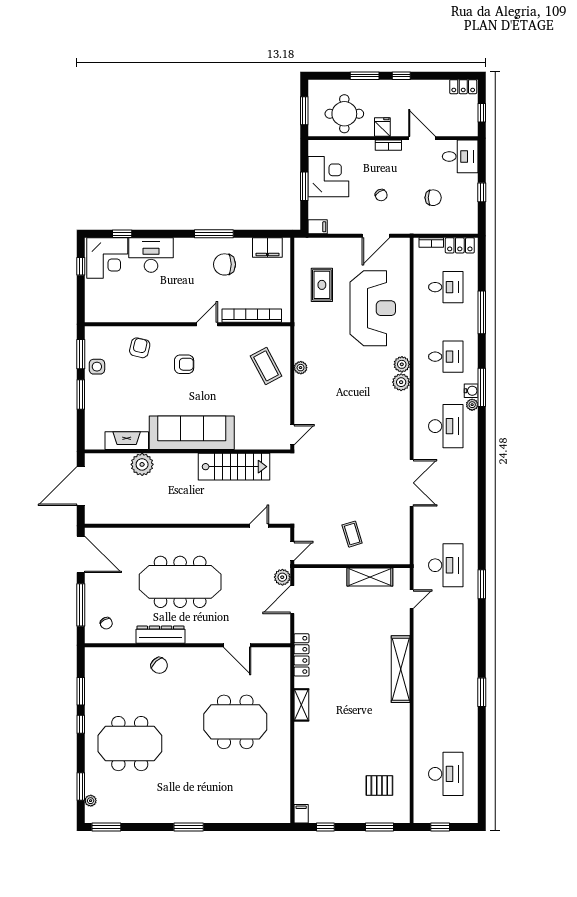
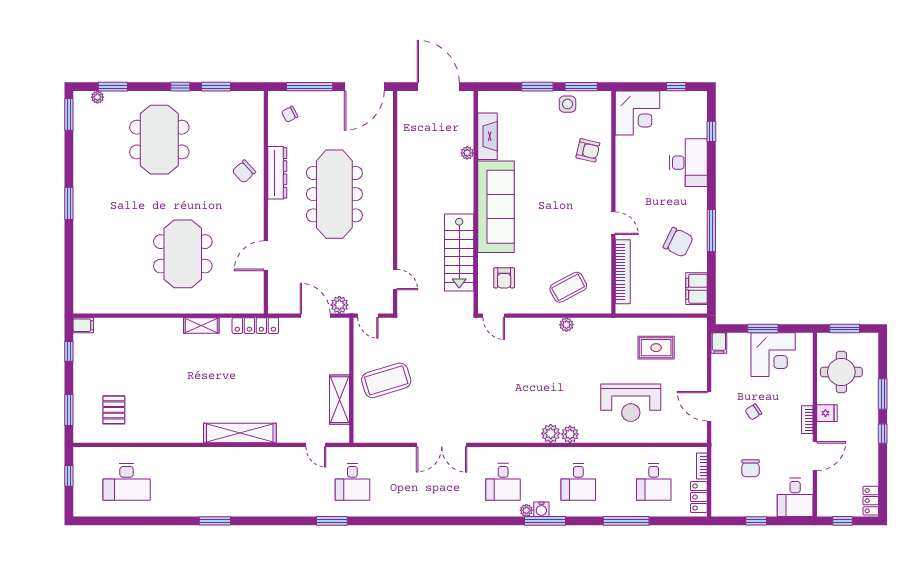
corner desk: (107, 258) -> (638, 113), moved, turned -90
chair: (225, 264) -> (678, 242), turned 116
reception desk: (373, 308) -> (631, 403), width x0.74, depth x0.77
armchair: (184, 364) -> (504, 278), moved
desk: (446, 426) -> (503, 482), width x0.73
plant: (142, 464) -> (467, 153), width x0.53, depth x0.53
coffee table: (352, 534) -> (386, 380), width x1.86, depth x1.72
desk: (446, 565) -> (352, 482), width x0.73

